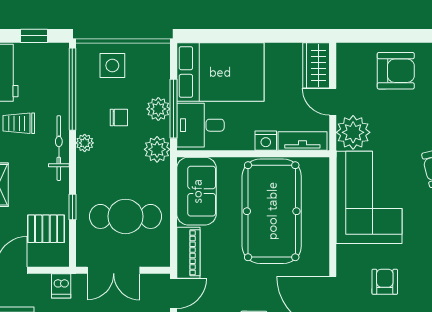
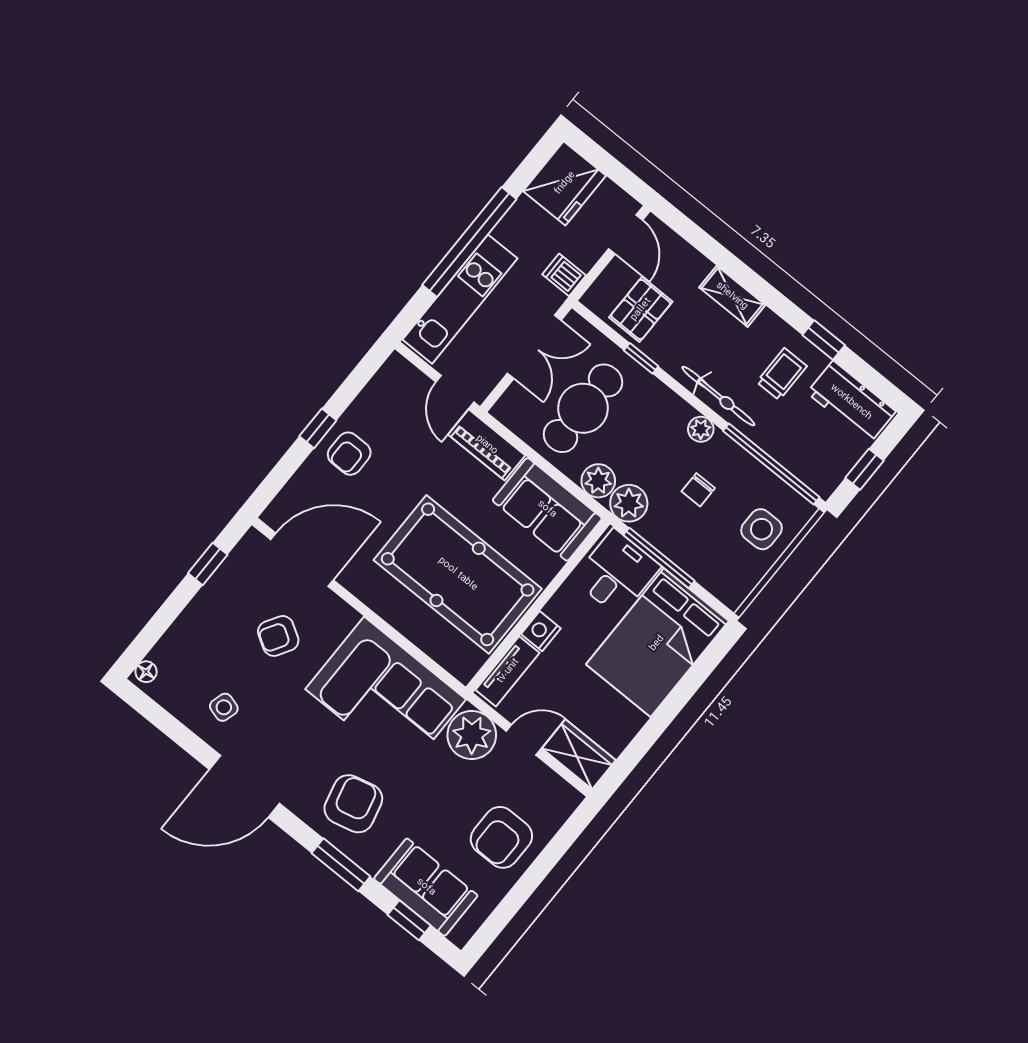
plant: (158, 109) -> (598, 481), moved
double door: (114, 270) -> (534, 347), swing flipped
armchair: (385, 282) -> (278, 636), turned 121

